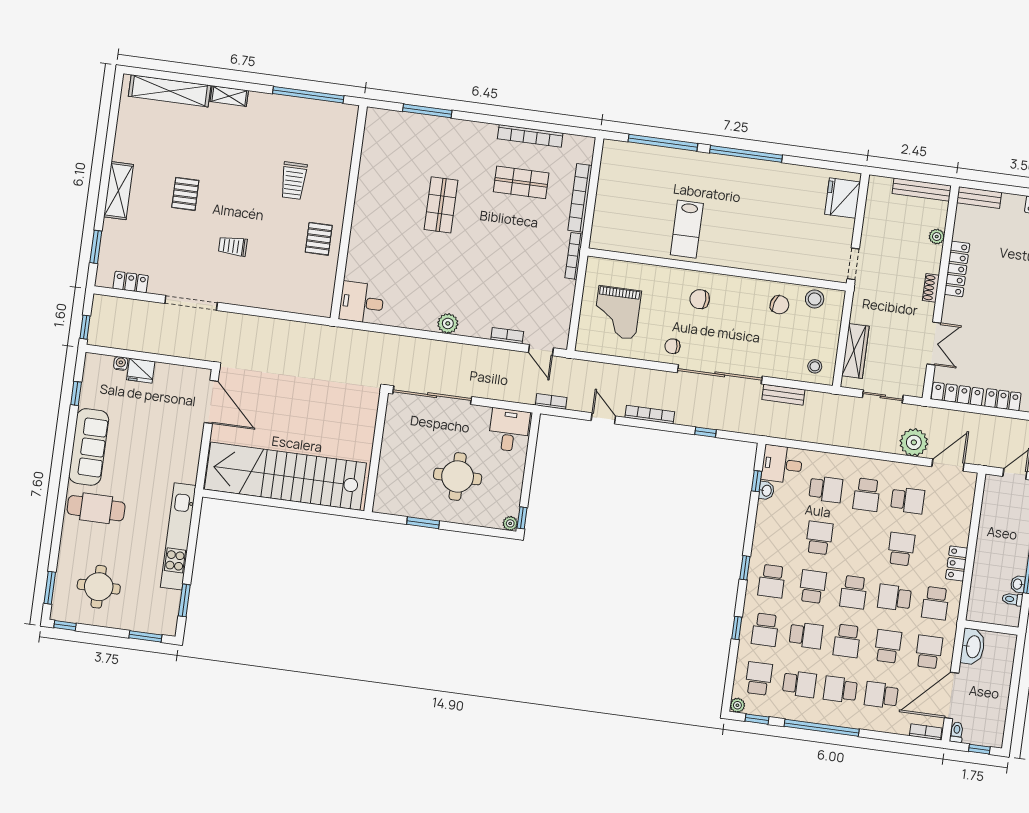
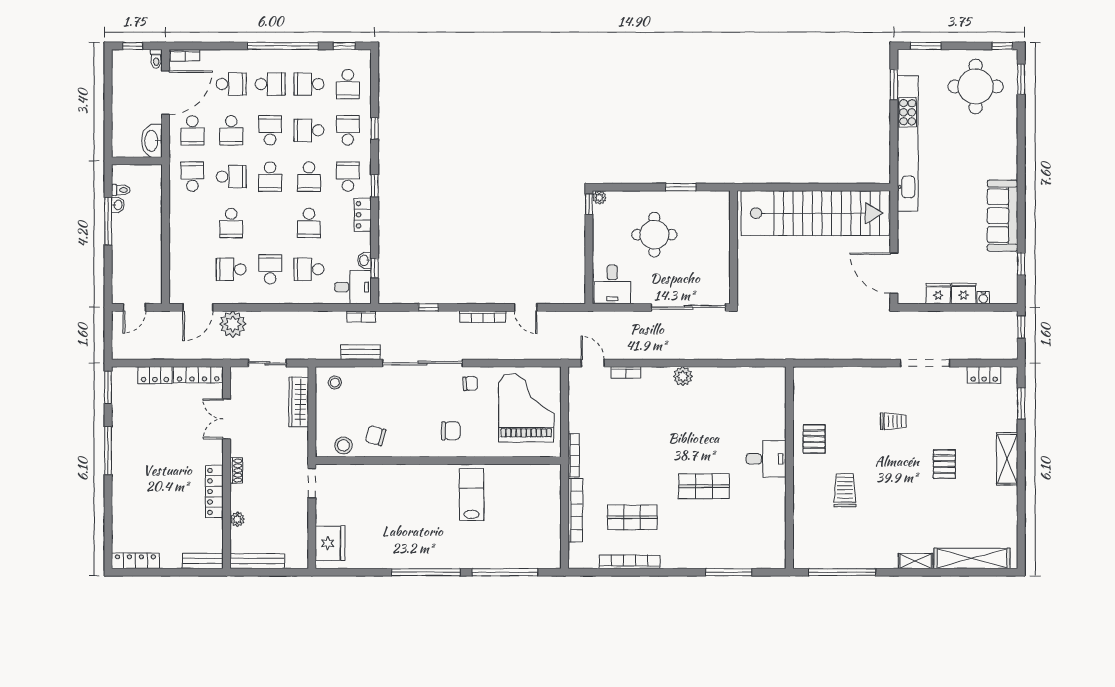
shop shelf: (441, 205) -> (704, 486), turned 90
desk: (362, 302) -> (766, 459), moved
grand piano: (617, 312) -> (526, 408), width x1.37, depth x1.48
fridge: (167, 374) -> (938, 294), added
bookcase: (551, 401) -> (361, 317), moved
cafe table: (96, 508) -> (988, 159), removed
kitchen unit: (178, 536) -> (908, 143), width x1.36
locker: (957, 563) -> (363, 215), moved, turned 180
round table: (99, 587) -> (976, 86), width x1.36, depth x1.36
school desk: (854, 592) -> (270, 177), turned 180
plant: (737, 705) -> (364, 56), removed

